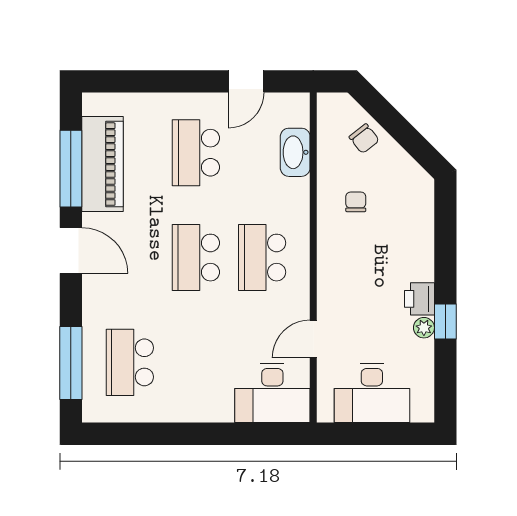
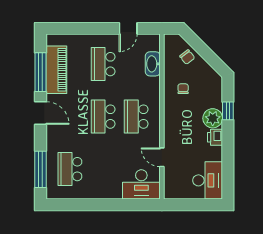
window: (445, 322) -> (228, 111), moved
plant: (424, 328) -> (213, 118), moved, width x1.88, depth x1.88
door: (313, 339) -> (162, 157), hinge flipped
desk: (372, 393) -> (208, 180), moved, turned -90

